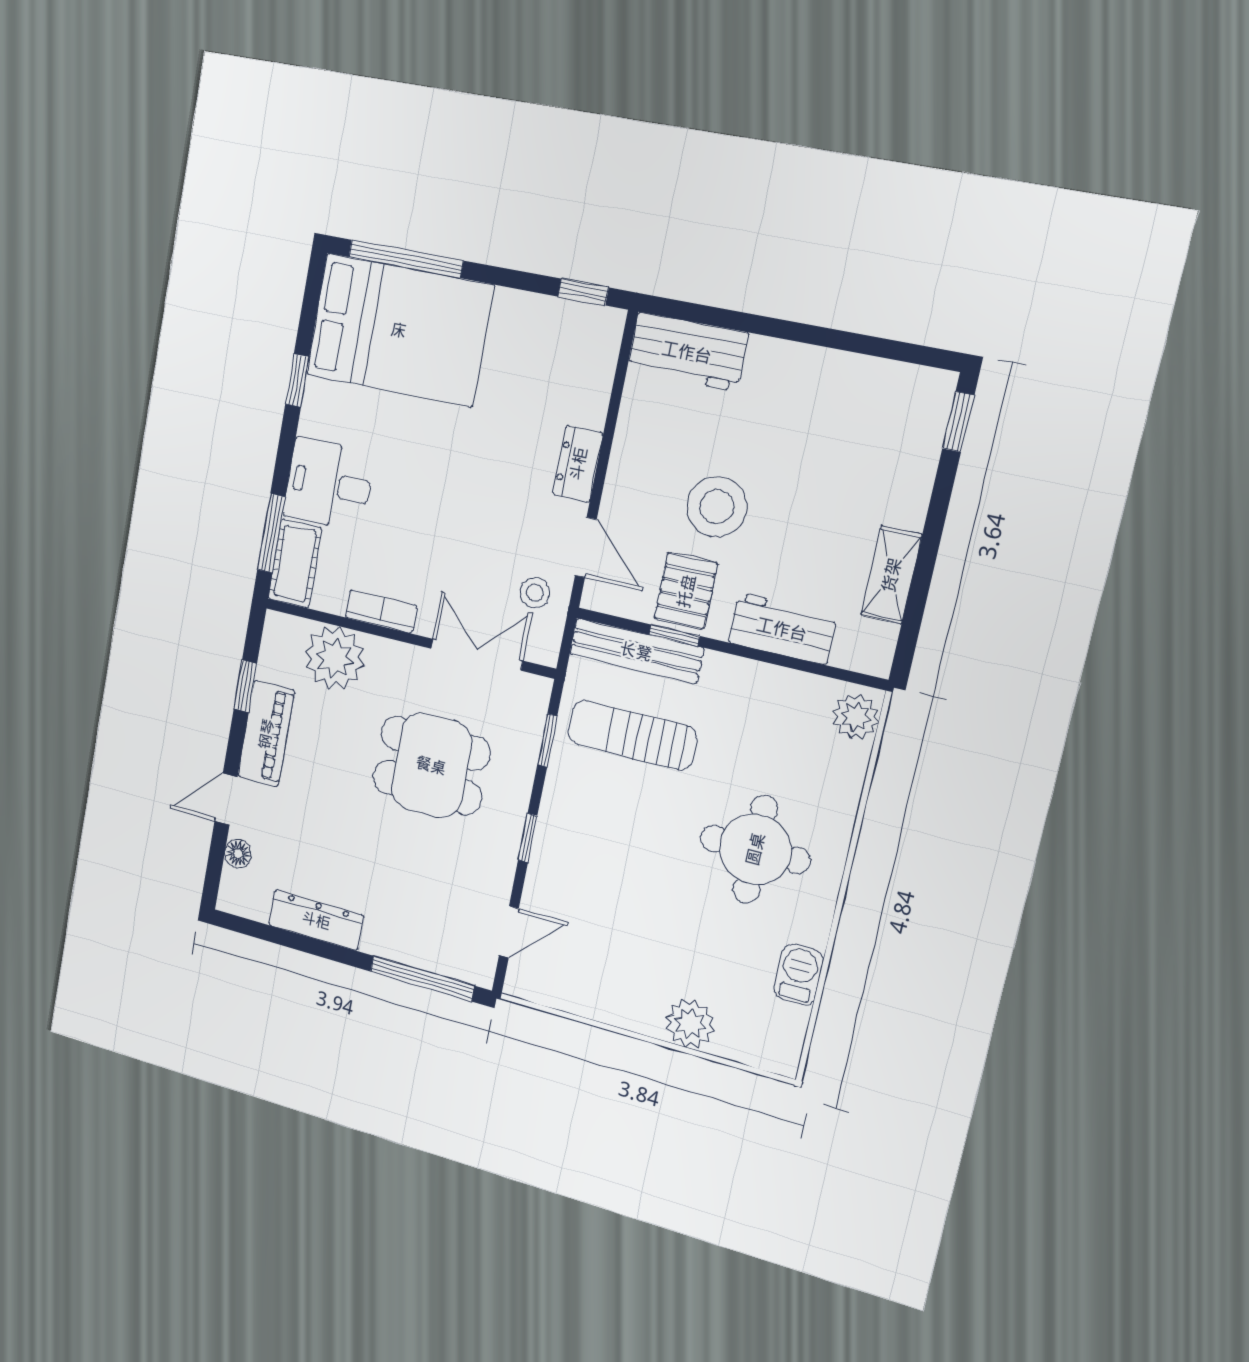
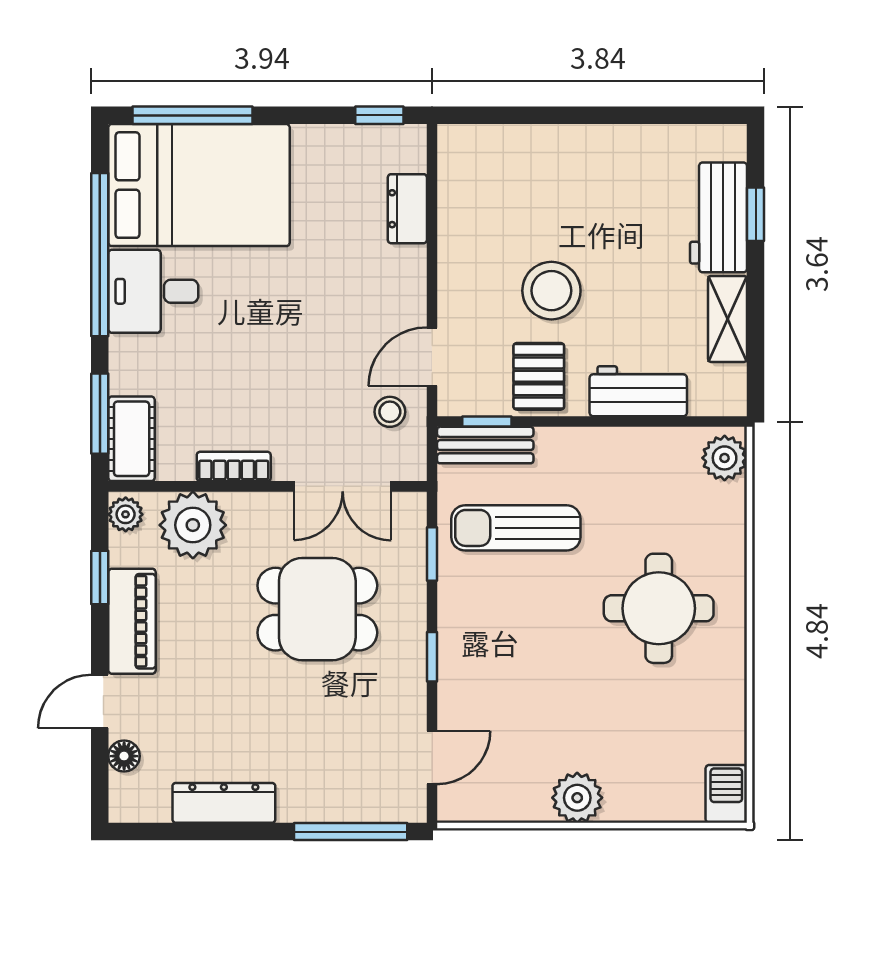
workbench: (687, 352) -> (719, 217), moved, turned 90
window: (297, 381) -> (100, 255), width x3.17
window: (958, 422) -> (756, 214), moved
dresser: (578, 464) -> (407, 209), moved
desk: (329, 484) -> (153, 291), moved
door: (586, 548) -> (432, 357), swing flipped
plant: (277, 633) -> (126, 514), added
window: (674, 635) -> (487, 422), moved
bench: (636, 651) -> (485, 445), width x0.73
double door: (477, 655) -> (343, 486), swing flipped
barbecue: (798, 975) -> (726, 794), moved
plant: (690, 1024) -> (577, 798), moved

